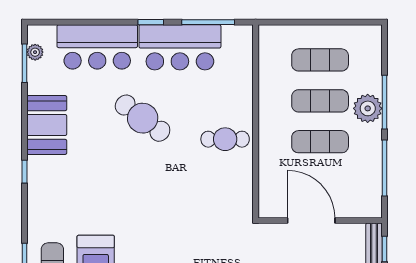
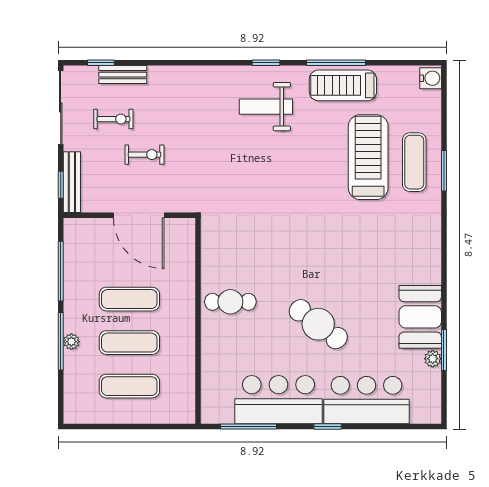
window: (151, 22) -> (328, 426), moved
plant: (35, 52) -> (433, 359), moved
window: (24, 63) -> (444, 350), moved
plant: (368, 108) -> (71, 342), width x0.53, depth x0.53
window: (24, 172) -> (444, 267), removed

